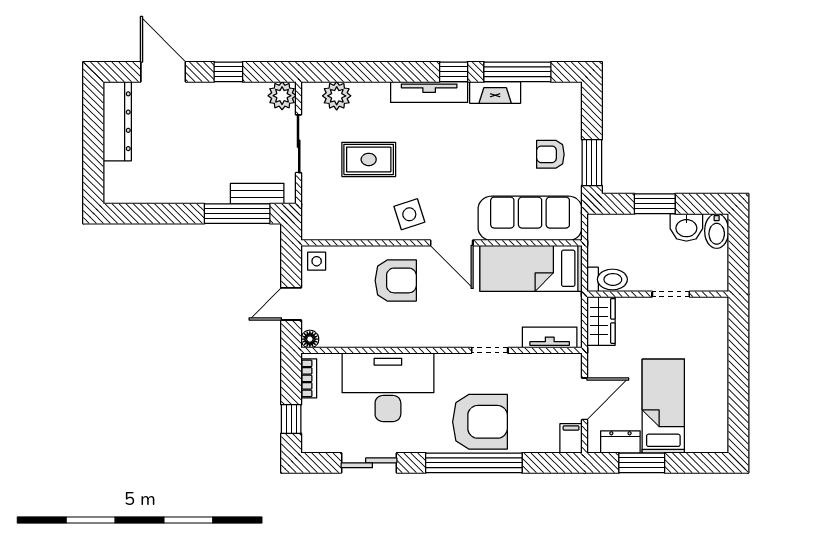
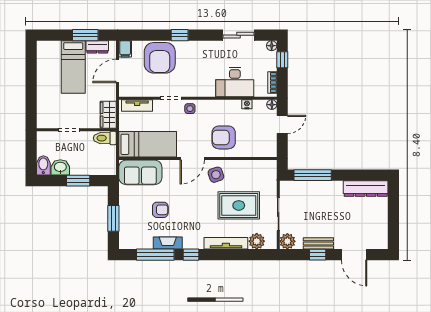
tv unit: (429, 92) -> (226, 243), moved
dresser: (117, 121) -> (366, 189), moved, turned -90
armchair: (550, 154) -> (160, 210), moved
rug: (369, 159) -> (239, 205), width x1.36, depth x1.43
window: (592, 163) -> (113, 218), moved
bench: (257, 194) -> (318, 243), moved
sofa: (530, 218) -> (140, 172), width x0.73
door: (452, 243) -> (192, 159), swing flipped
side table: (317, 261) -> (190, 109), moved
nightstand: (354, 340) -> (247, 104), added
desk: (388, 387) -> (235, 82), width x0.73, depth x0.77
armchair: (480, 422) -> (160, 58), moved, turned -90
floor lamp: (310, 444) -> (272, 46), added
window: (474, 463) -> (180, 35), width x0.32

